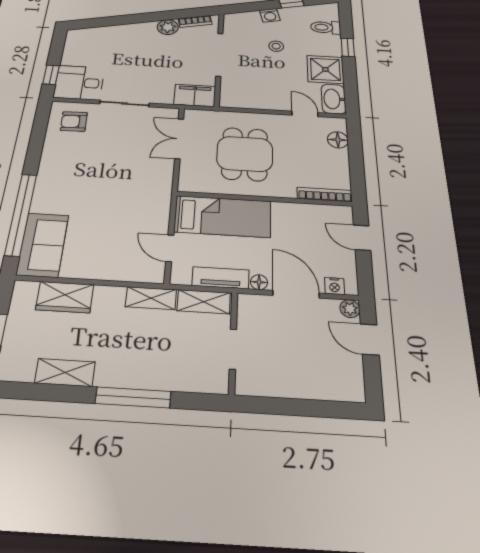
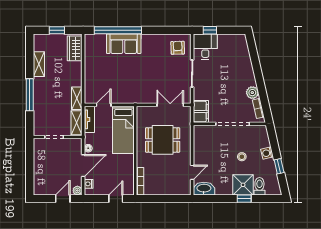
shower: (325, 69) -> (243, 185), moved
floor lamp: (338, 140) -> (176, 190), removed
sofa: (43, 245) -> (124, 44), moved
tv unit: (221, 278) -> (89, 119), moved
wardrobe: (65, 297) -> (75, 48), moved

